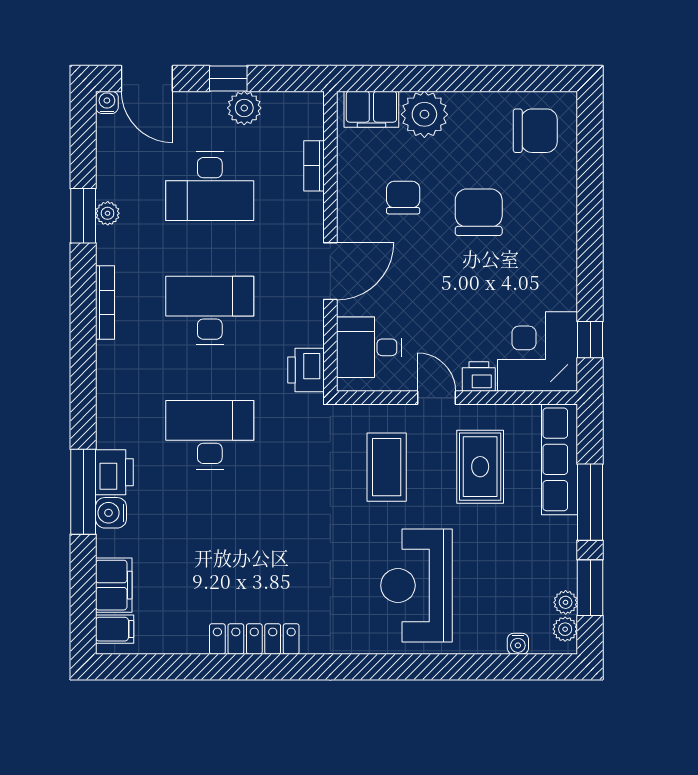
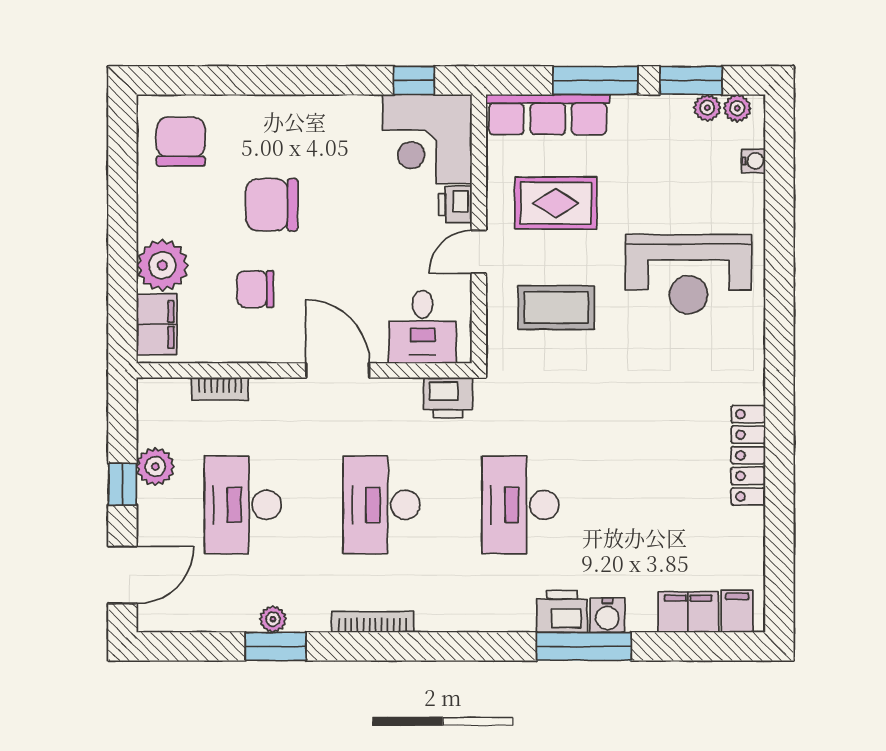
water cooler: (107, 102) -> (149, 620), removed
desk: (210, 186) -> (243, 505), turned 180

